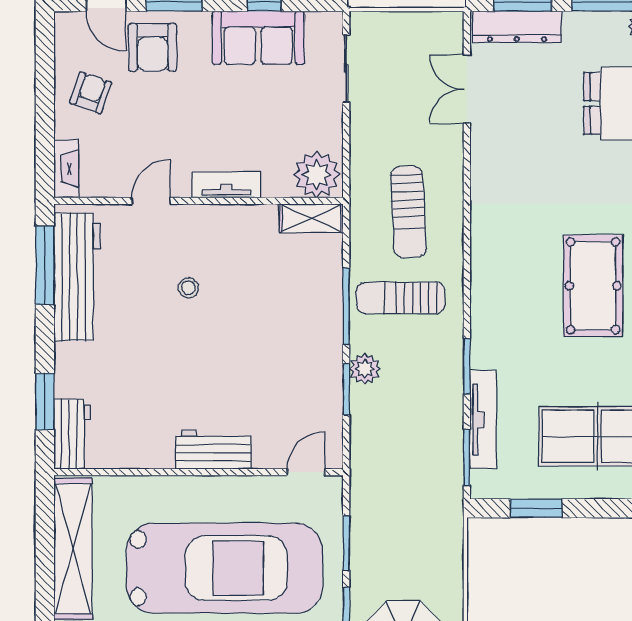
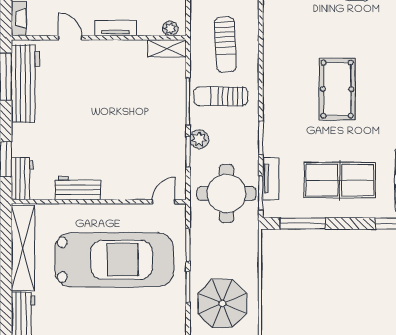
plant: (317, 175) -> (170, 28), width x0.53, depth x0.53
door: (151, 201) -> (70, 38), hinge flipped
stool: (188, 288) -> (93, 90), removed
tv unit: (483, 420) -> (271, 179), width x0.71
workbench: (213, 450) -> (78, 188), moved
round table: (410, 459) -> (226, 194), added
window: (536, 508) -> (303, 224), width x1.44

